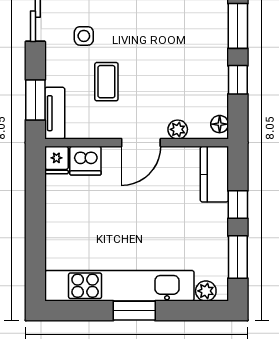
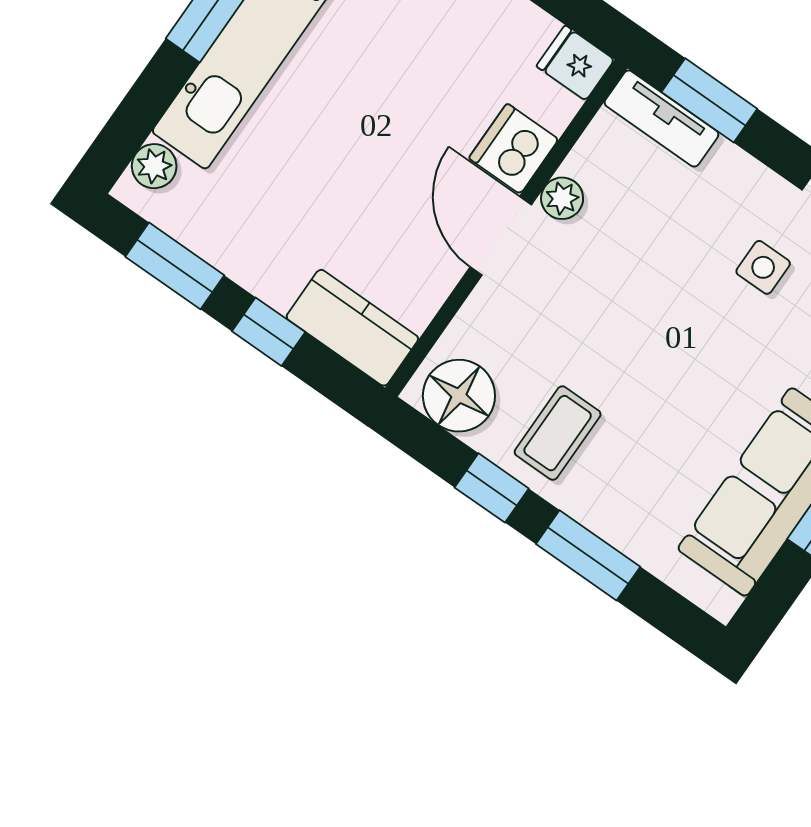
coffee table: (106, 82) -> (558, 433), moved, turned 90
floor lamp: (220, 124) -> (459, 396), width x1.89, depth x1.89
plant: (178, 129) -> (562, 198), moved
dishwasher: (85, 161) -> (514, 149), moved

